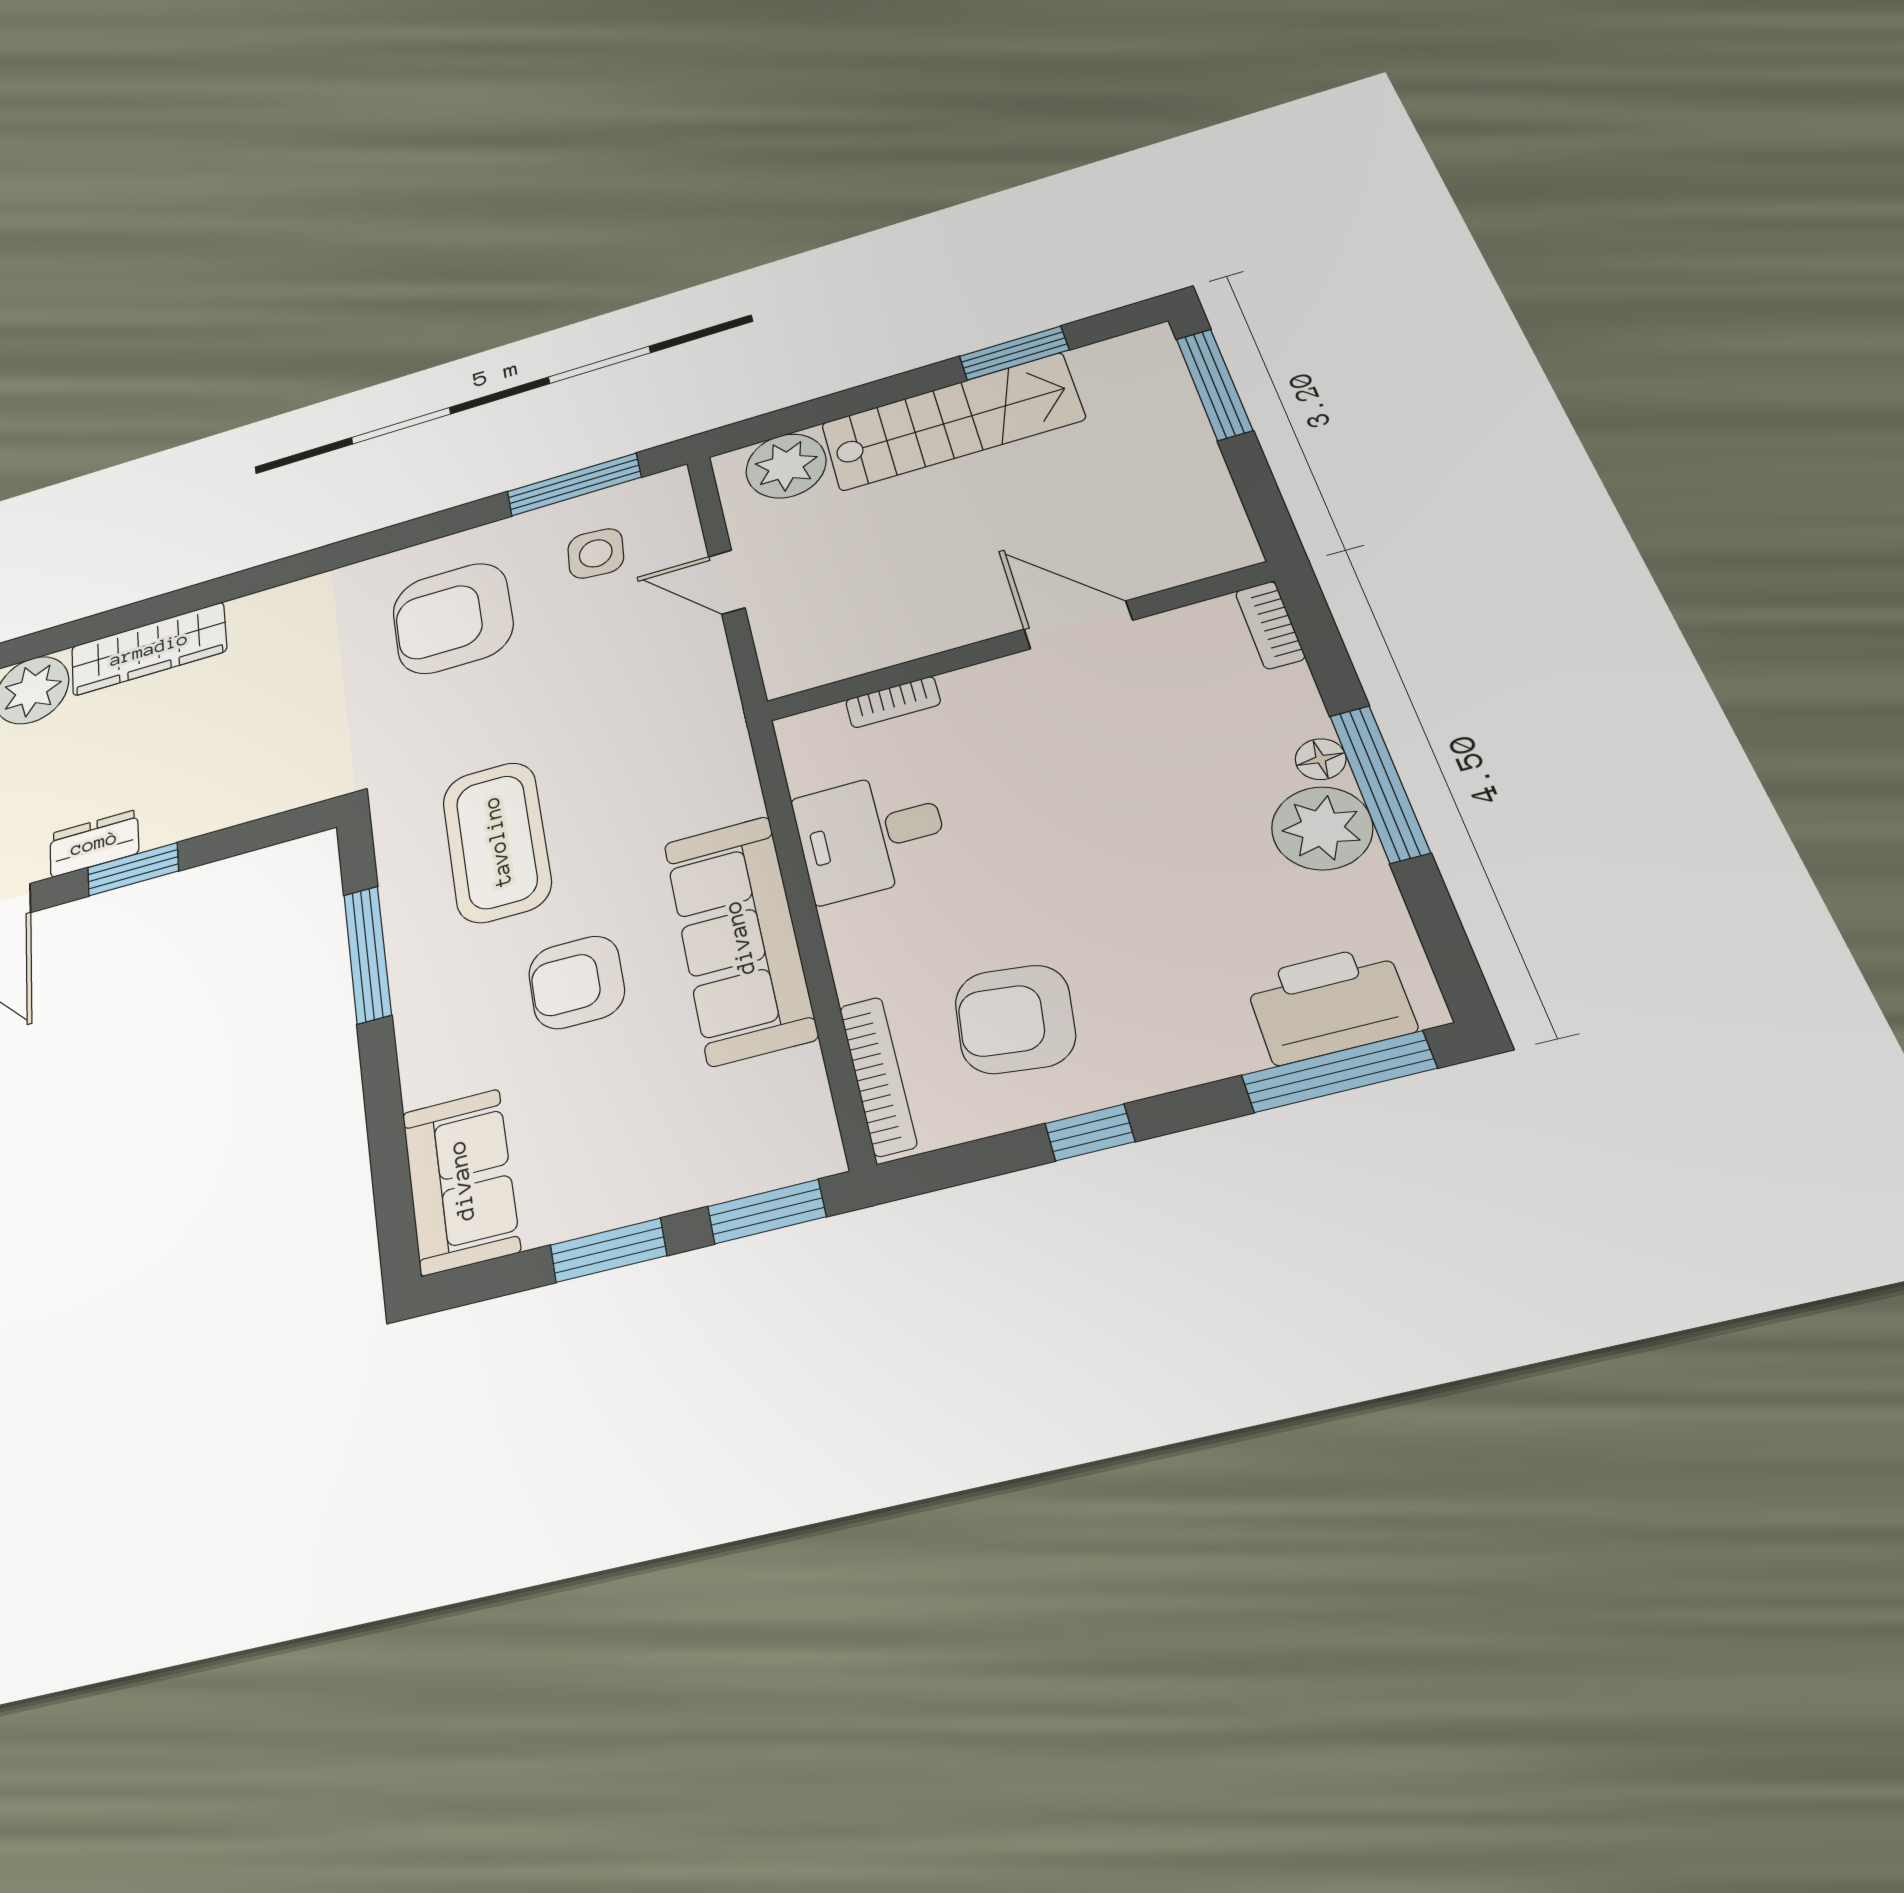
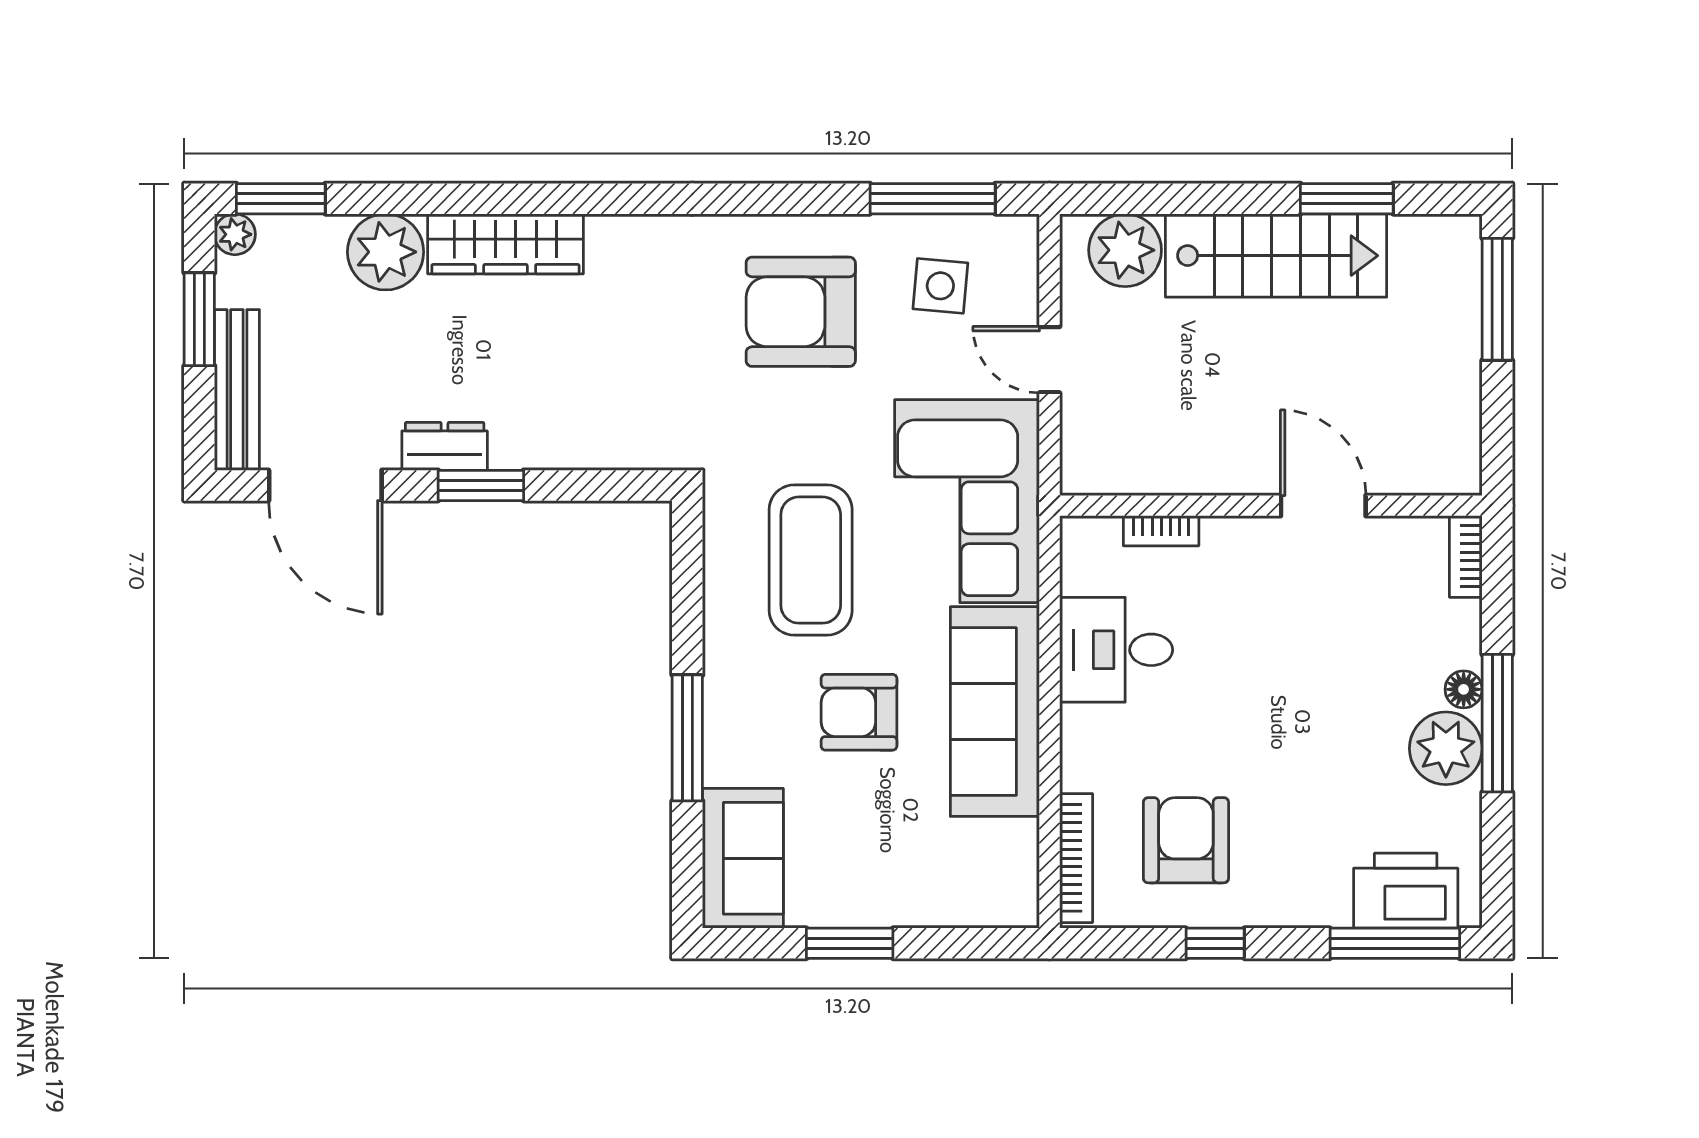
corner sofa: (663, 736) -> (967, 501), added
window: (367, 954) -> (687, 738), moved
armchair: (1015, 1019) -> (1186, 840), turned 83
window: (767, 1212) -> (972, 943), removed

